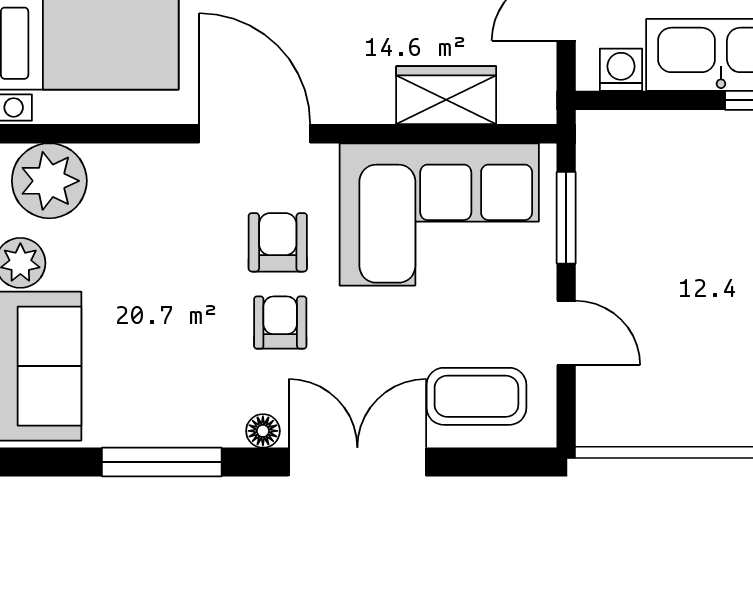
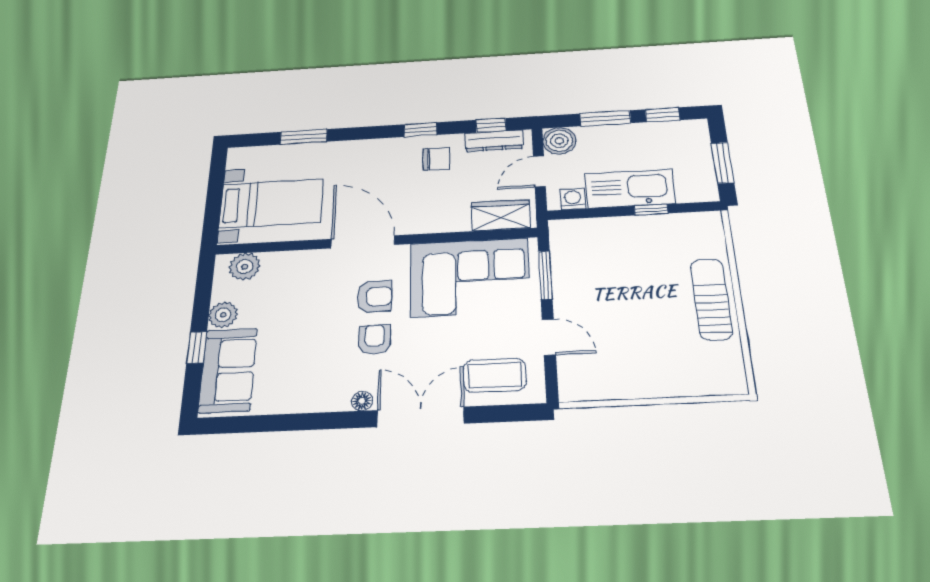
wardrobe: (446, 95) -> (501, 215), moved
plant: (49, 181) -> (245, 267), width x0.73, depth x0.73
armchair: (278, 242) -> (374, 297), turned 90
window: (162, 462) -> (298, 422), removed

